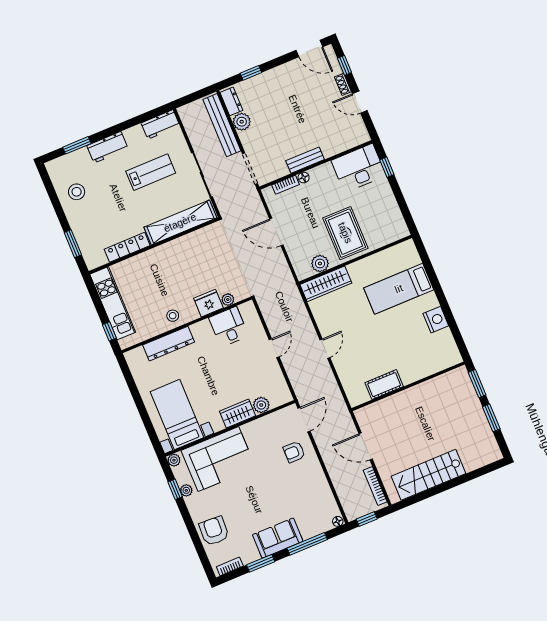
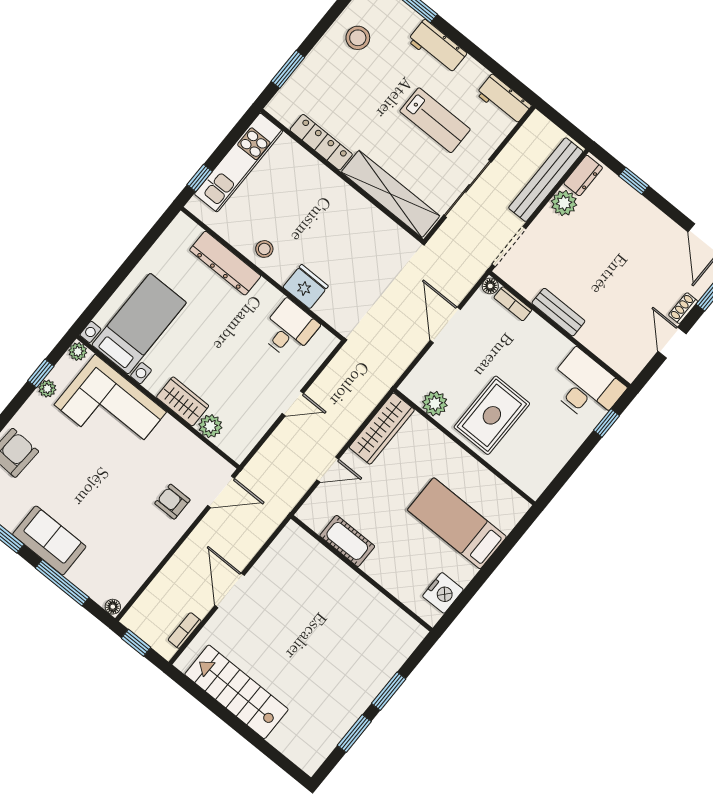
floor lamp: (304, 177) -> (490, 286), moved
wardrobe: (326, 284) -> (382, 429), moved, turned -90
plant: (228, 300) -> (324, 309), removed
cot: (384, 385) -> (347, 541), moved
wall: (408, 386) -> (362, 573), moved
bookcase: (375, 486) -> (185, 631), width x0.64

